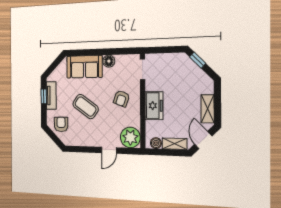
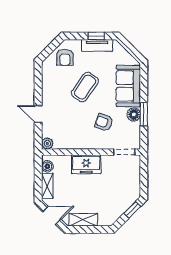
window: (109, 52) -> (144, 114), added
armchair: (121, 99) -> (104, 122), moved
armchair: (61, 124) -> (65, 57), turned 90
plant: (130, 137) -> (47, 143), width x0.53, depth x0.53

